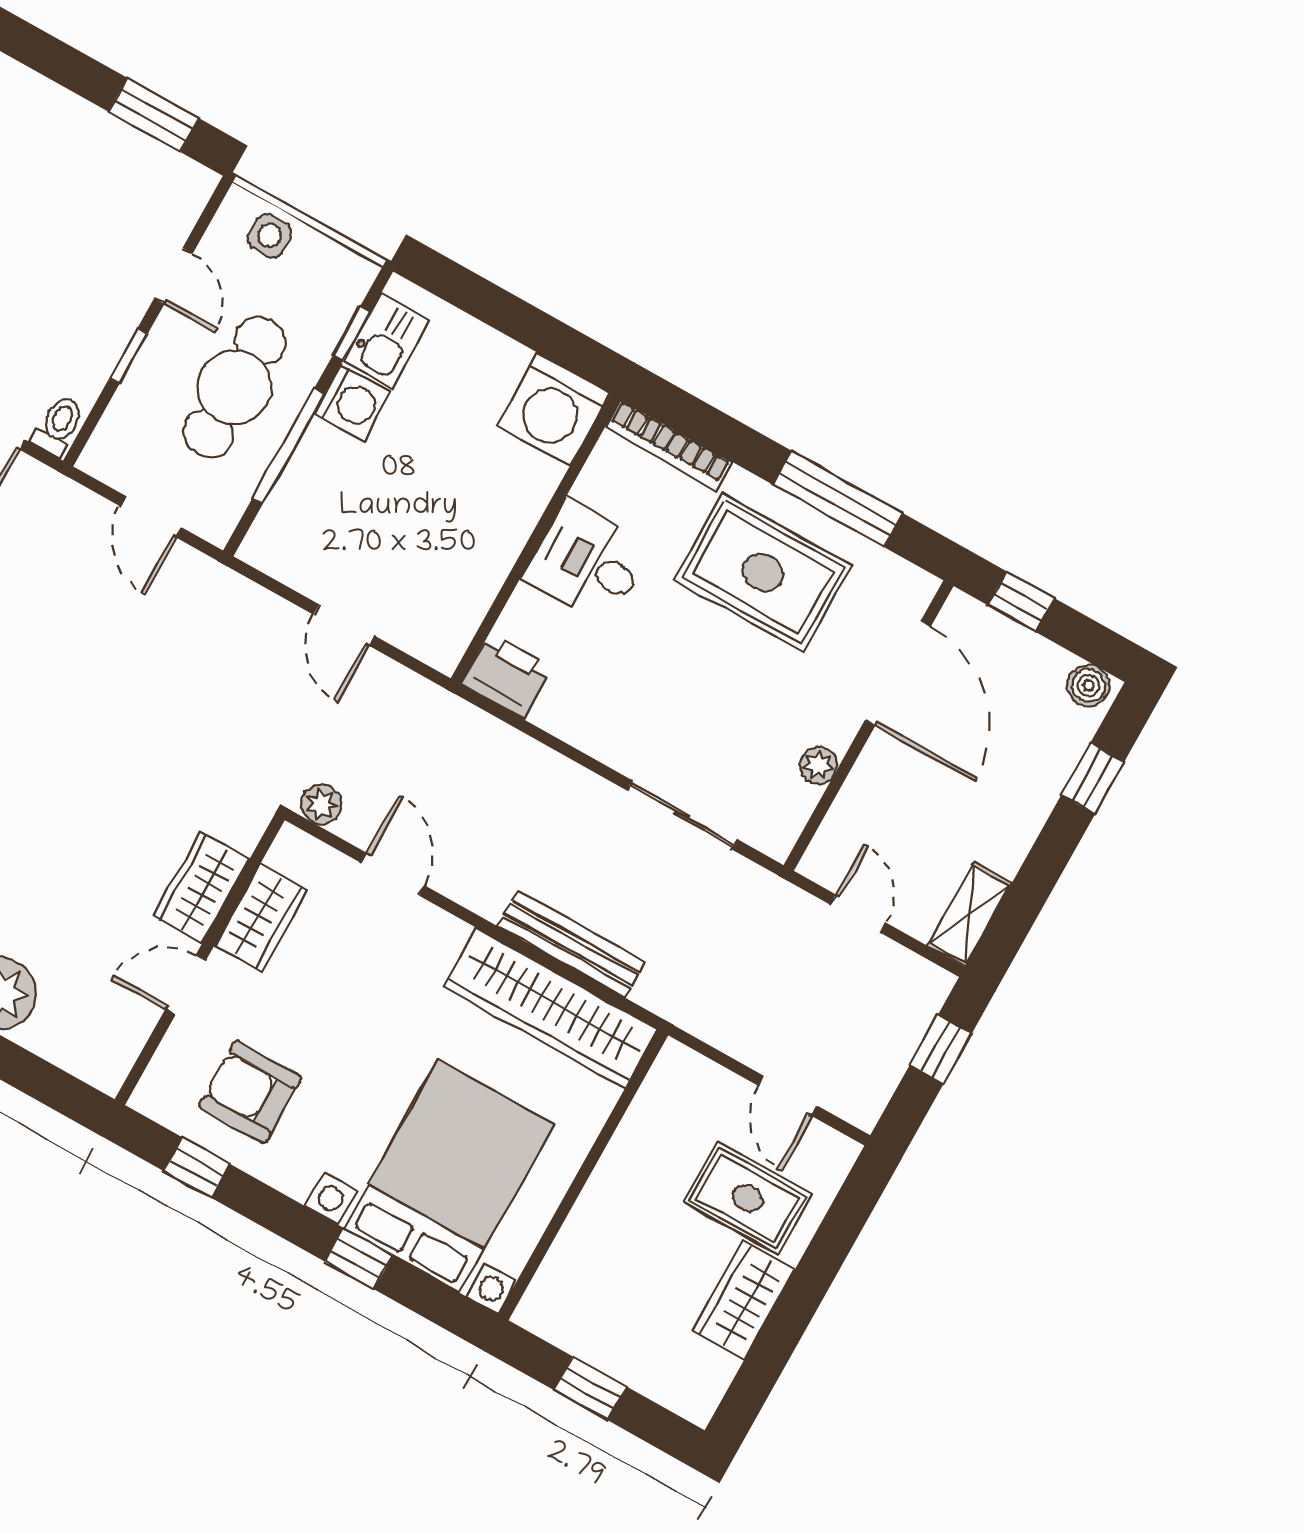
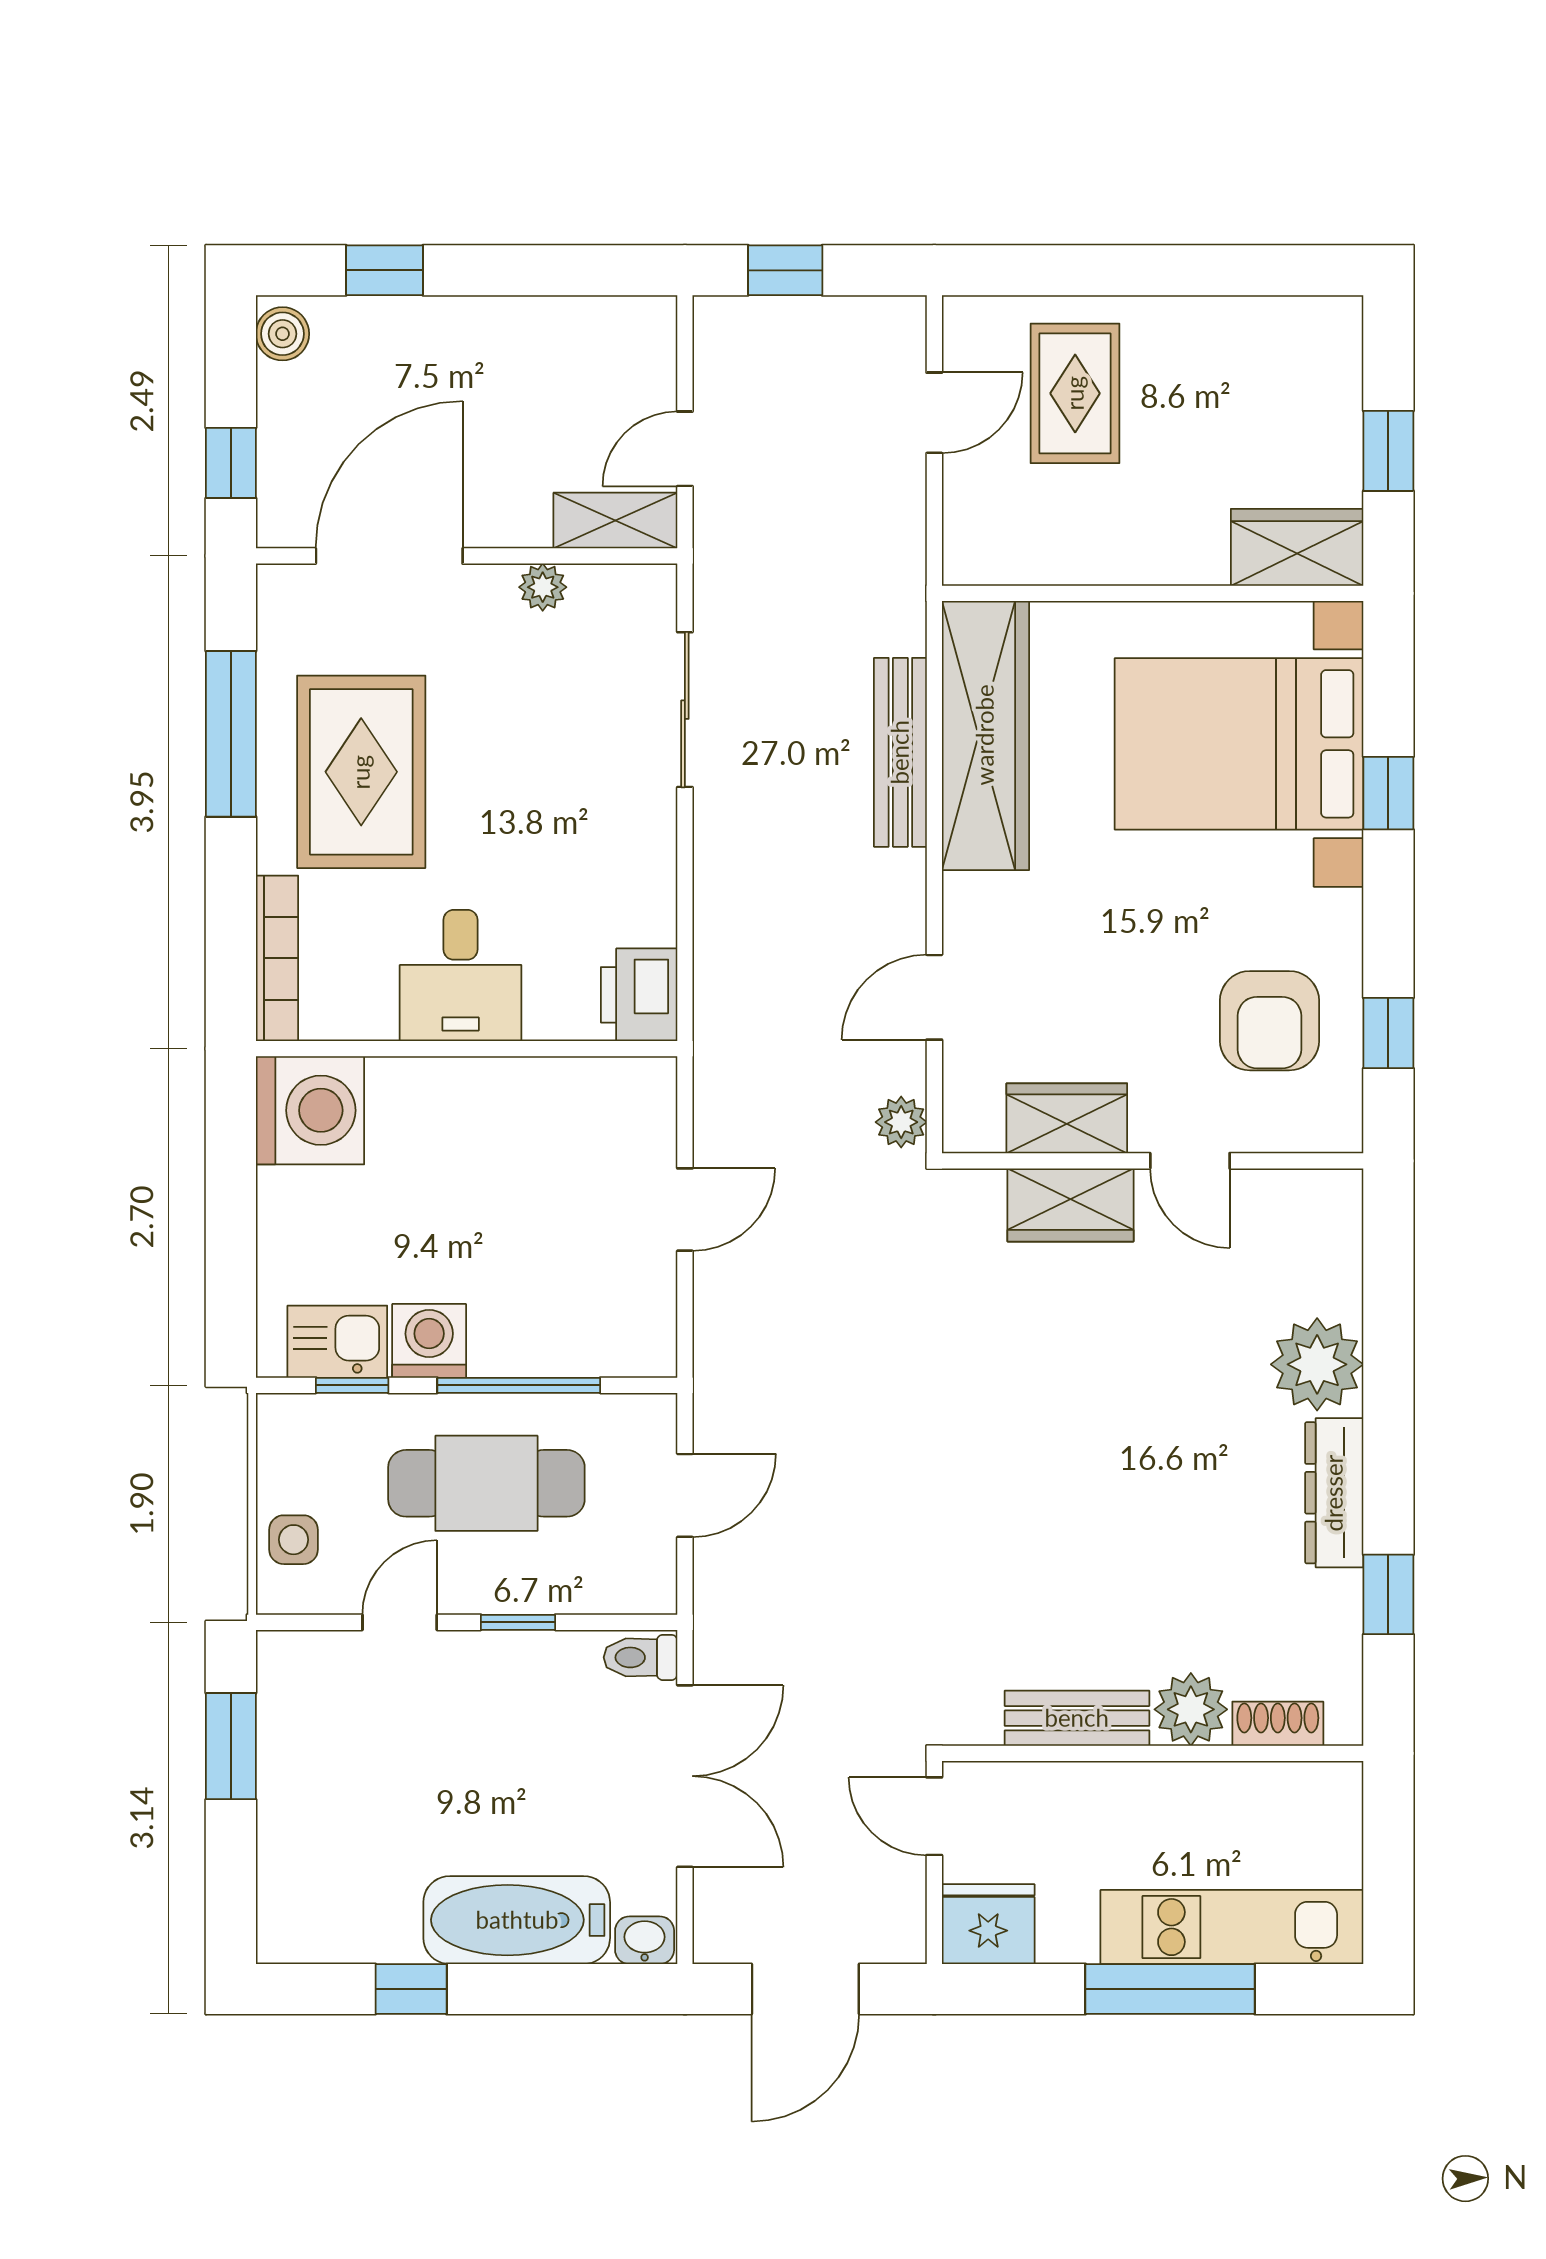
shelving: (969, 914) -> (615, 521), moved
wardrobe: (744, 1300) -> (1297, 547), moved, turned 180

